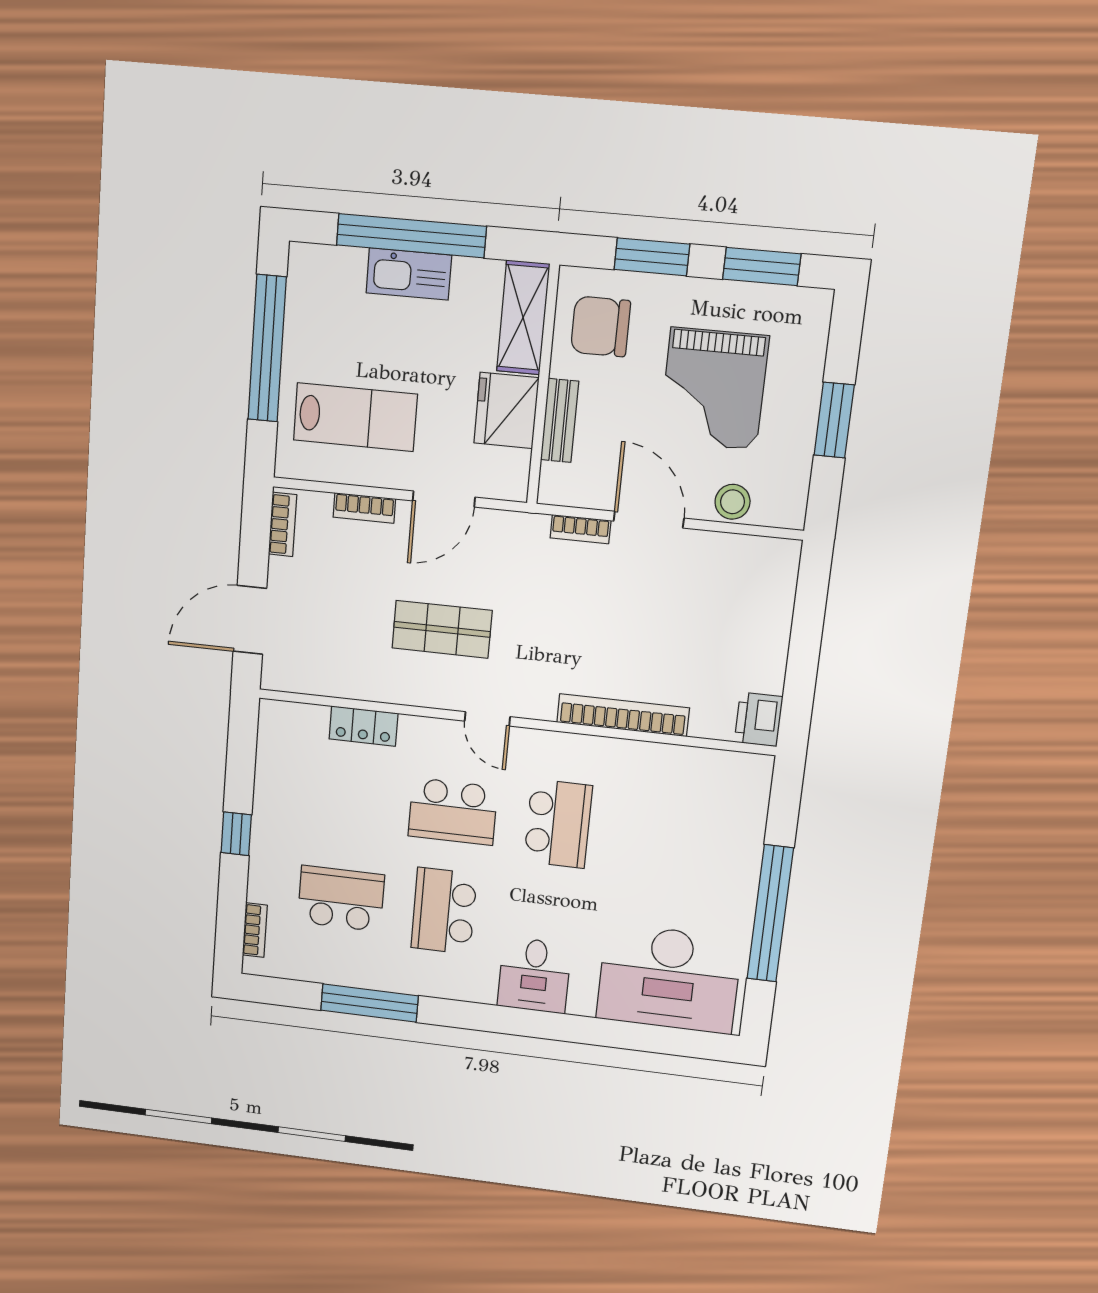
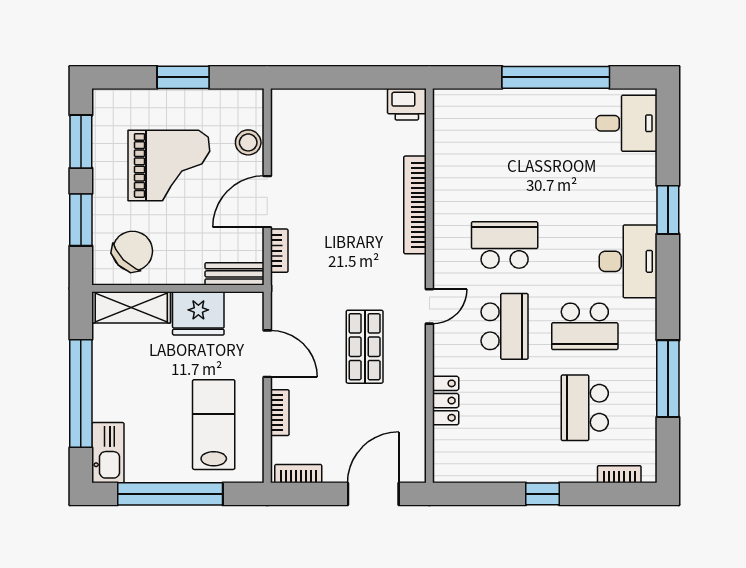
kitchen sink: (409, 274) -> (108, 453), moved
chair: (601, 326) -> (133, 251), turned -135
bench: (560, 421) -> (235, 274), moved
door: (250, 620) -> (373, 494), swing flipped
desk: (534, 975) -> (628, 261), width x1.37
desk: (669, 979) -> (626, 123), width x0.53, depth x0.77
window: (582, 1030) -> (668, 210), added

